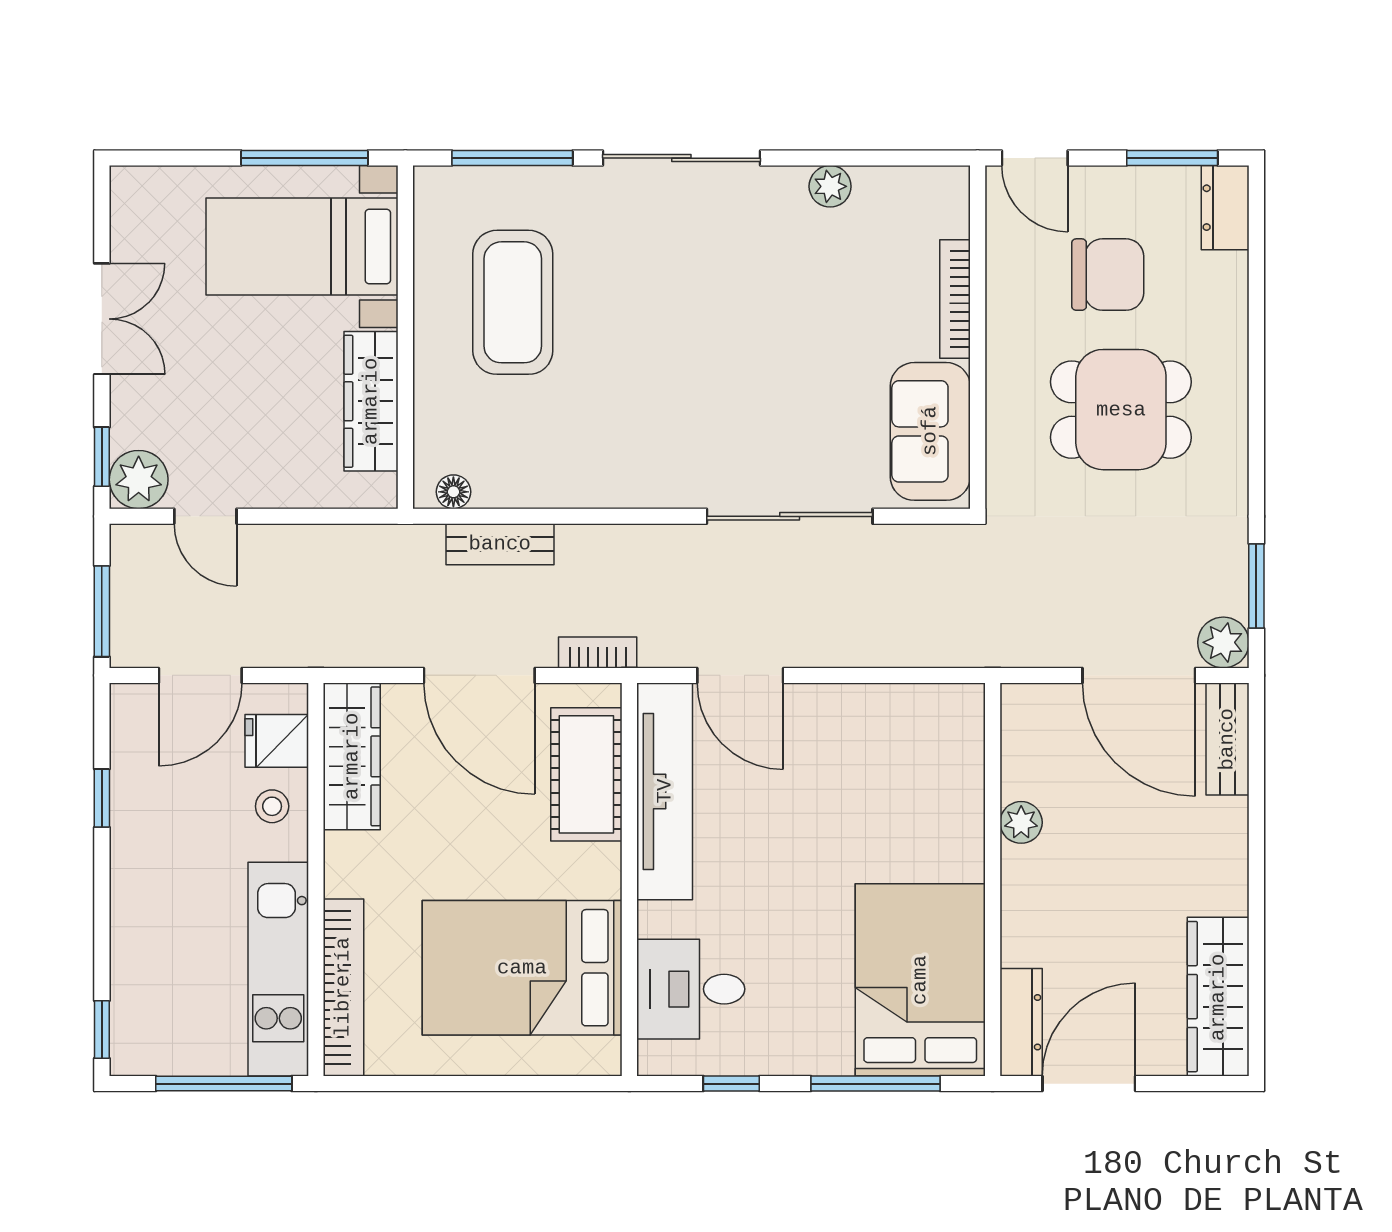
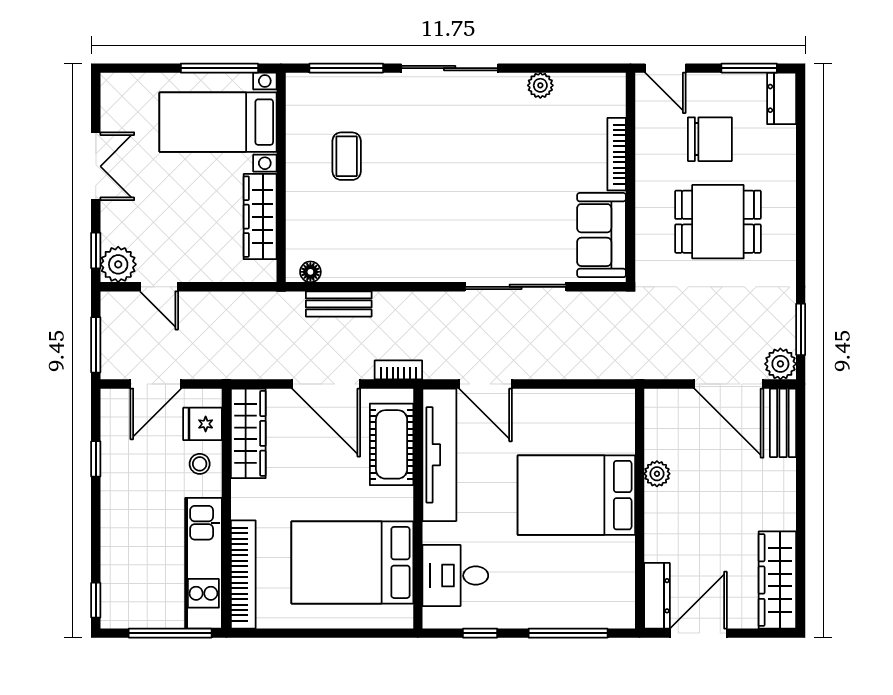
coffee table: (513, 302) -> (347, 156), width x0.54, depth x0.58
bed: (920, 980) -> (576, 495), moved, turned -90

